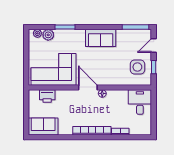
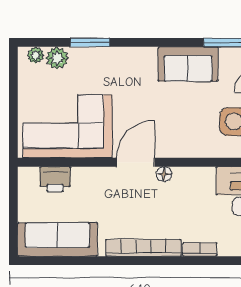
sofa: (101, 38) -> (188, 64), moved
door: (88, 87) -> (136, 162), hinge flipped
sofa: (43, 126) -> (58, 239), width x1.36

